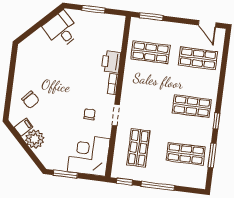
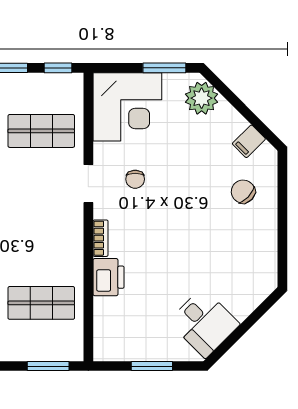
plant: (35, 139) -> (202, 98), moved
shop shelf: (138, 148) -> (41, 131), turned 90

